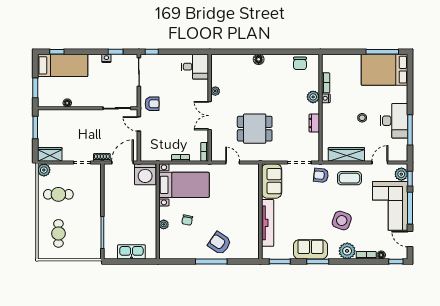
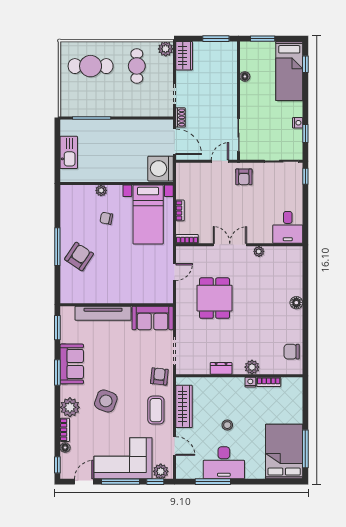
cafe table: (58, 233) -> (91, 66), width x1.37, depth x1.35

